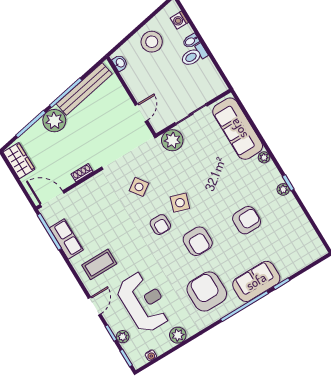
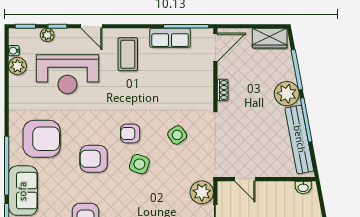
plant: (178, 335) -> (17, 66), moved

